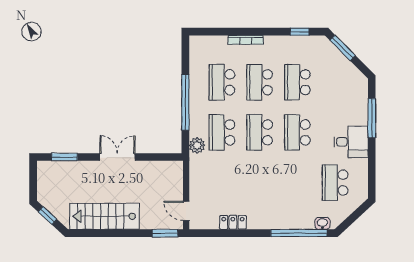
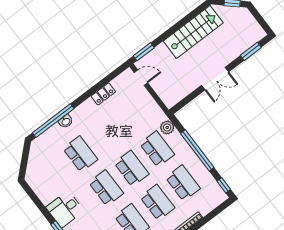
window: (185, 51) -> (224, 185), added
school desk: (335, 183) -> (80, 154), moved
washbasin: (322, 223) -> (66, 122), moved

